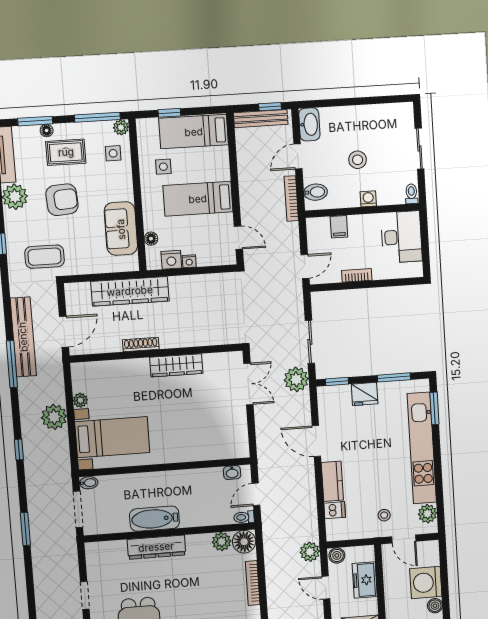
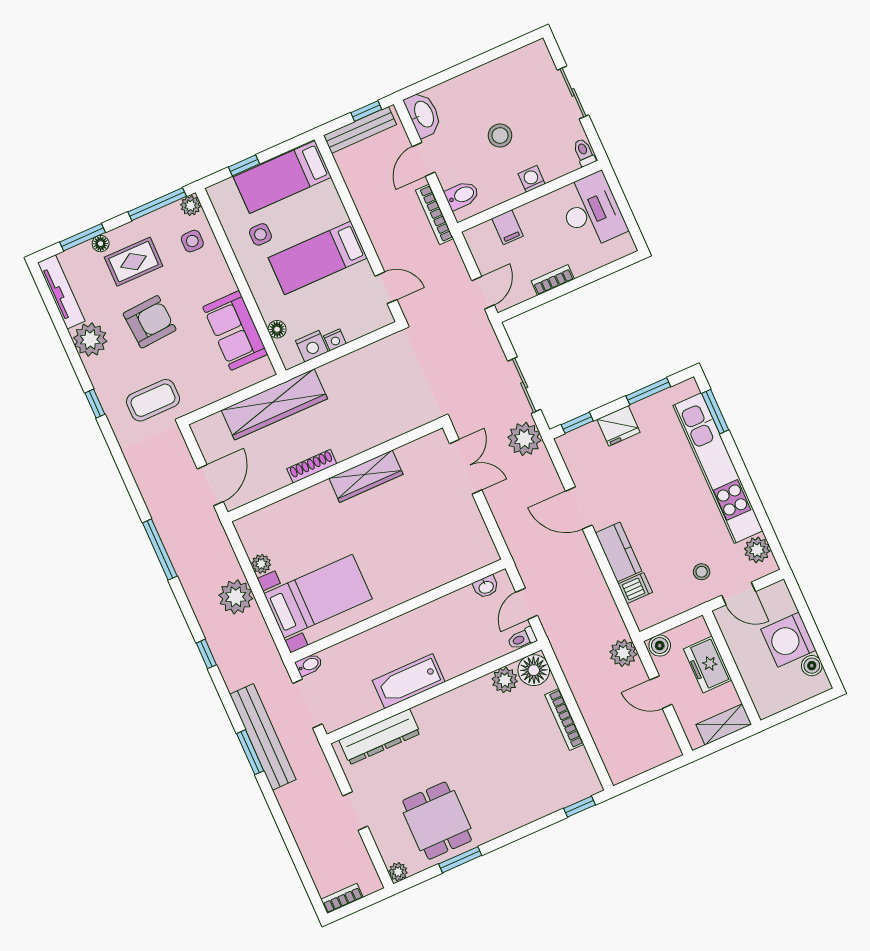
bench: (23, 337) -> (263, 737), moved
dresser: (156, 547) -> (380, 737), moved

